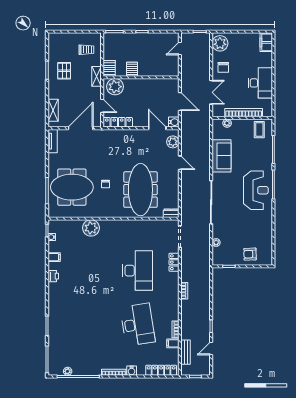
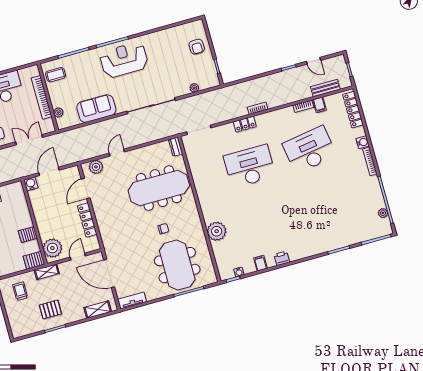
locker: (118, 122) -> (87, 220), moved
water cooler: (174, 122) -> (31, 184), moved
locker: (174, 262) -> (245, 124), moved

